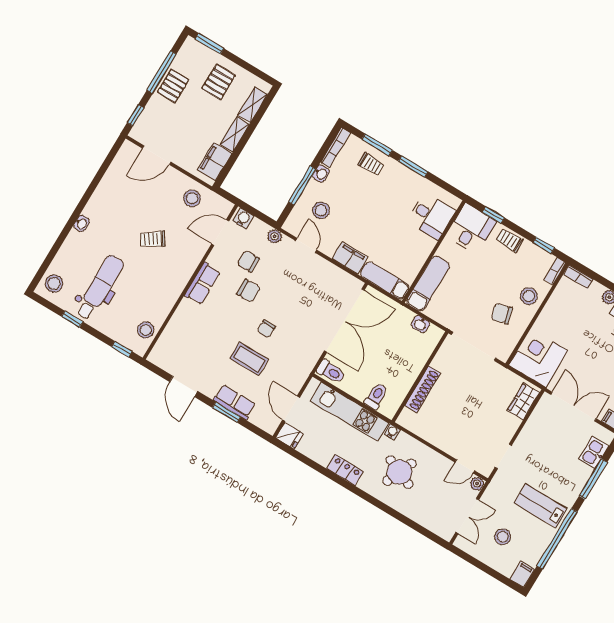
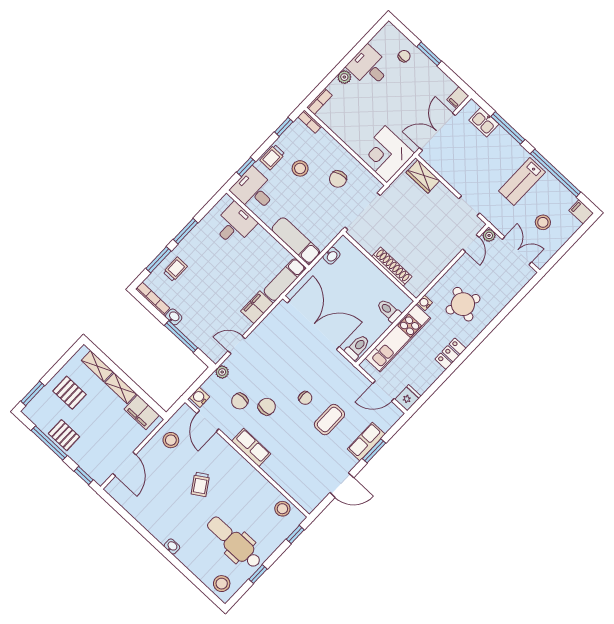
stool: (321, 210) -> (207, 324), removed
stool: (529, 296) -> (300, 168), moved

